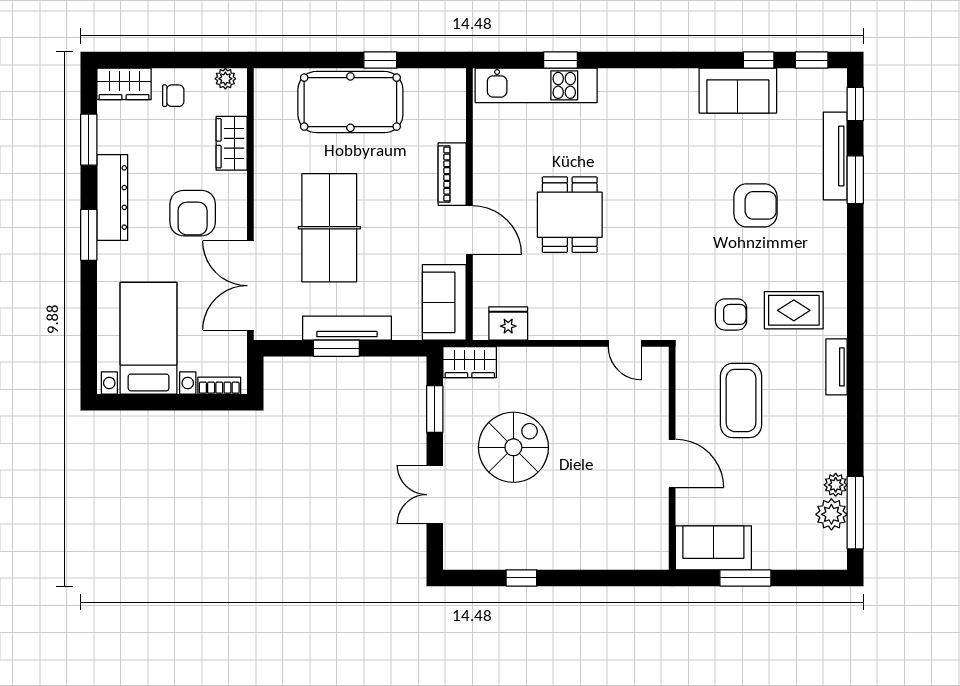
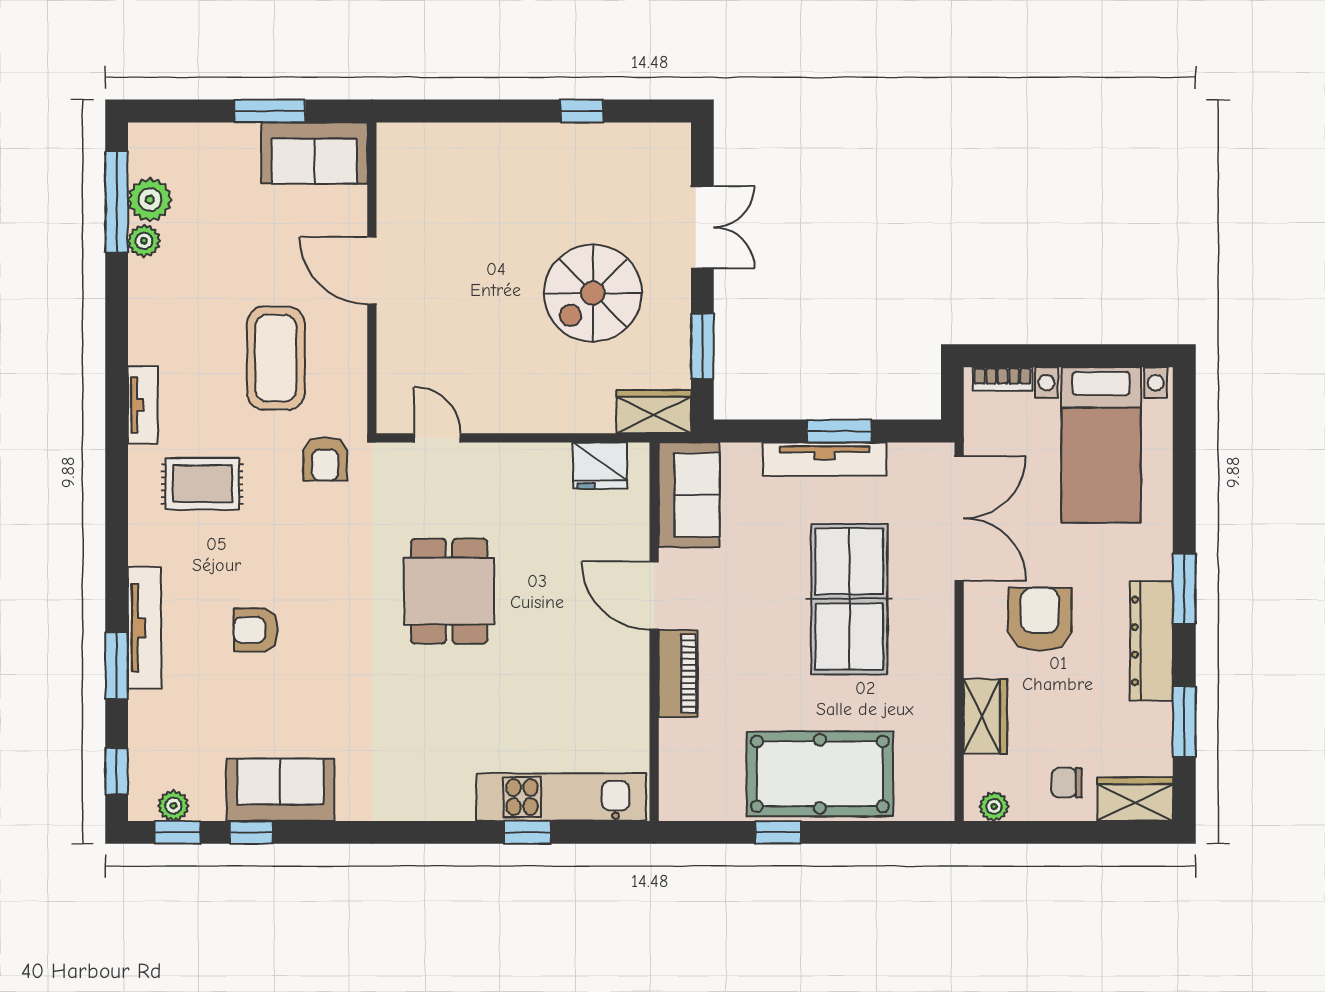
plant: (815, 79) -> (173, 806), added
tv unit: (835, 156) -> (144, 628), moved
armchair: (755, 205) -> (256, 630), width x0.72, depth x0.72
dining table: (570, 215) -> (449, 591), moved
armchair: (731, 314) -> (325, 459), moved, turned -90

